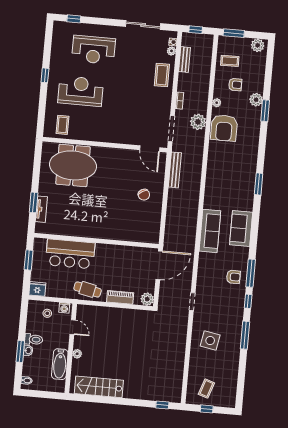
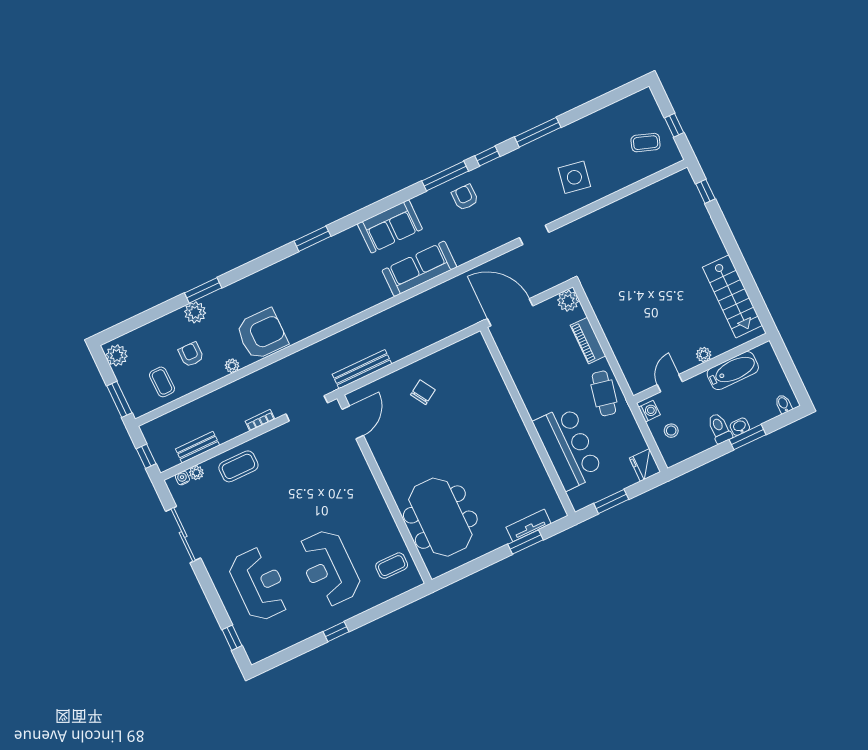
plant: (198, 122) -> (275, 376), removed

